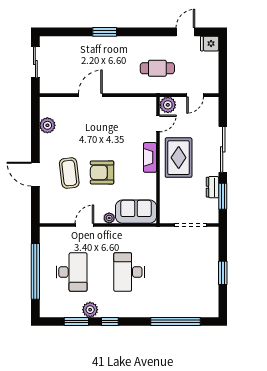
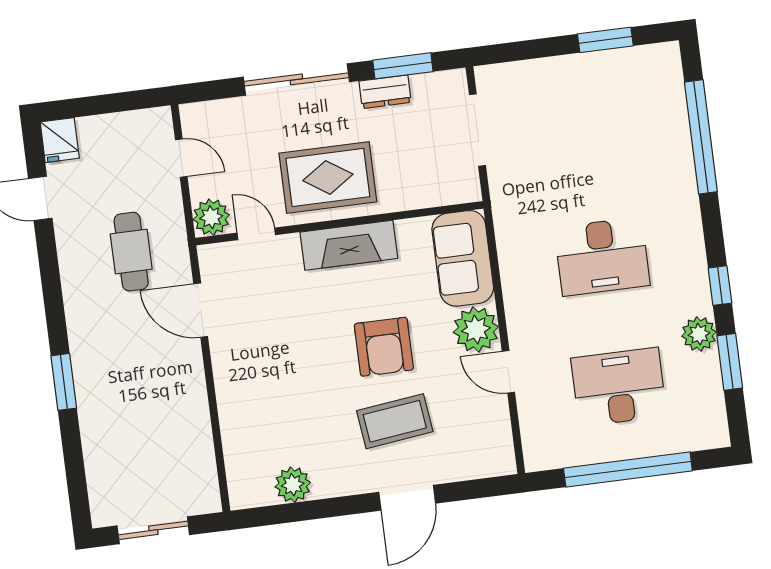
door: (90, 95) -> (201, 310), moved
fireplace: (150, 157) -> (349, 245), width x1.37, depth x1.32
plant: (109, 218) -> (476, 329), width x1.88, depth x1.88
window: (223, 273) -> (605, 40), moved

